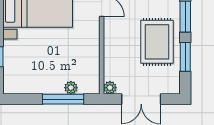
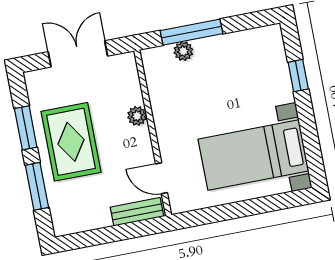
plant: (110, 88) -> (137, 116), moved

